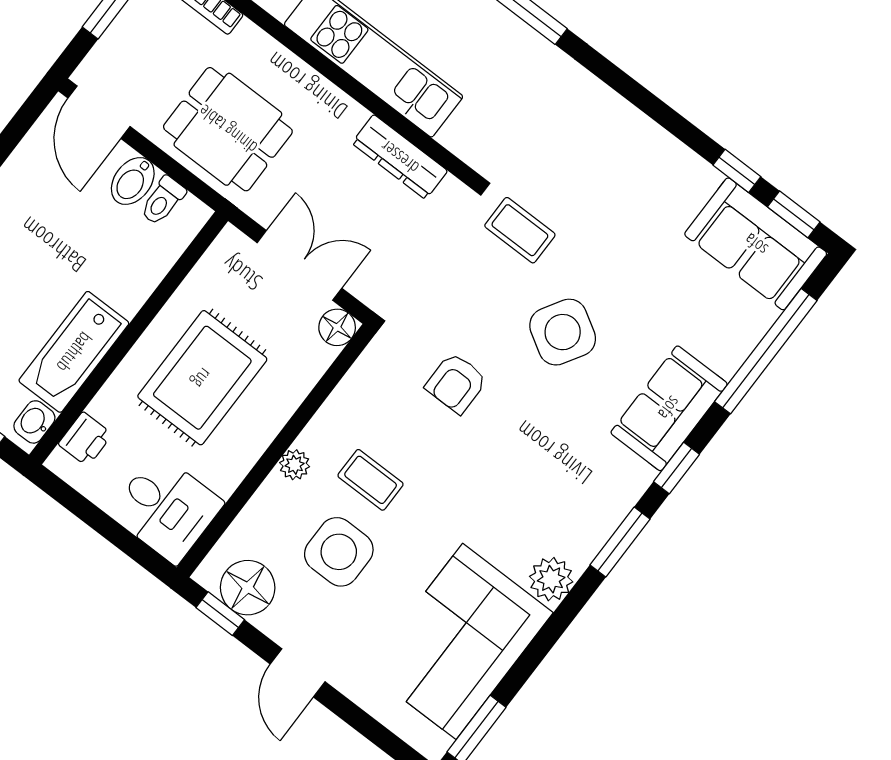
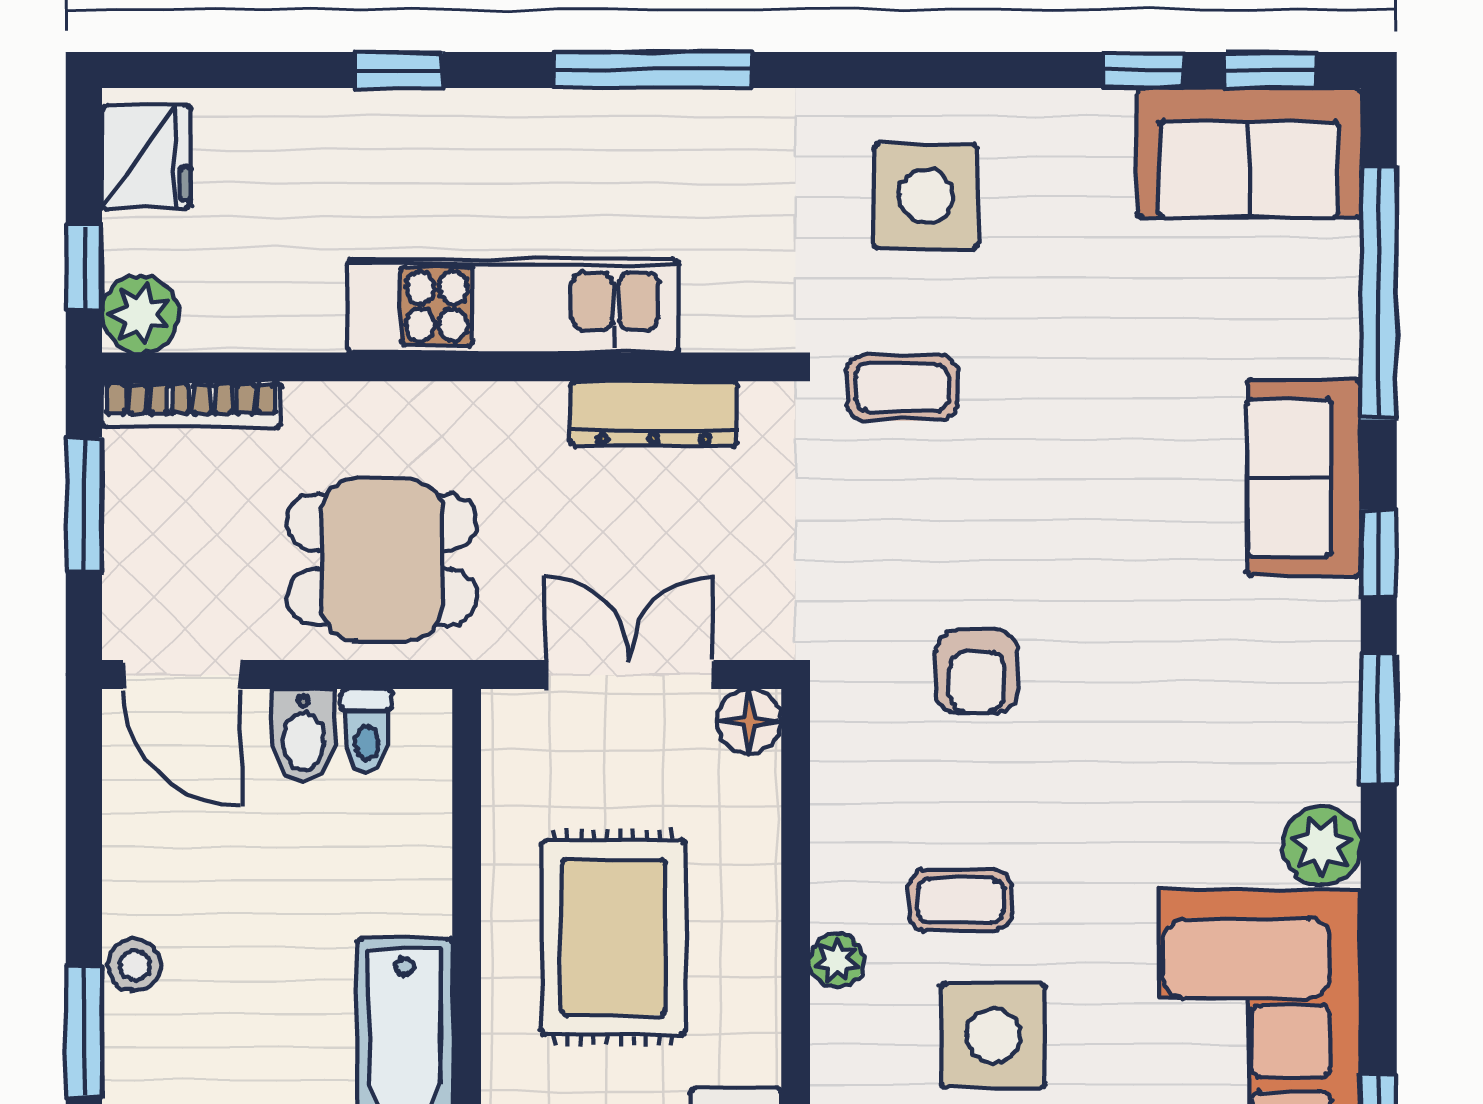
side table: (563, 332) -> (926, 196), moved, turned -31

